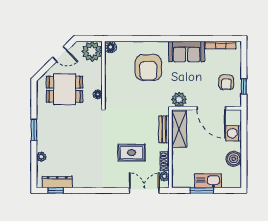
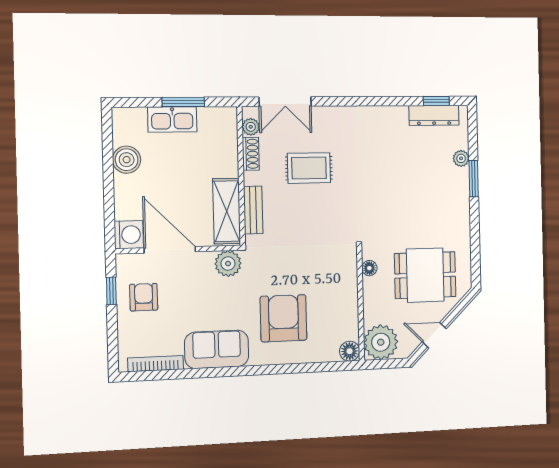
window: (34, 130) -> (474, 179), moved
washing machine: (234, 133) -> (129, 235), moved

